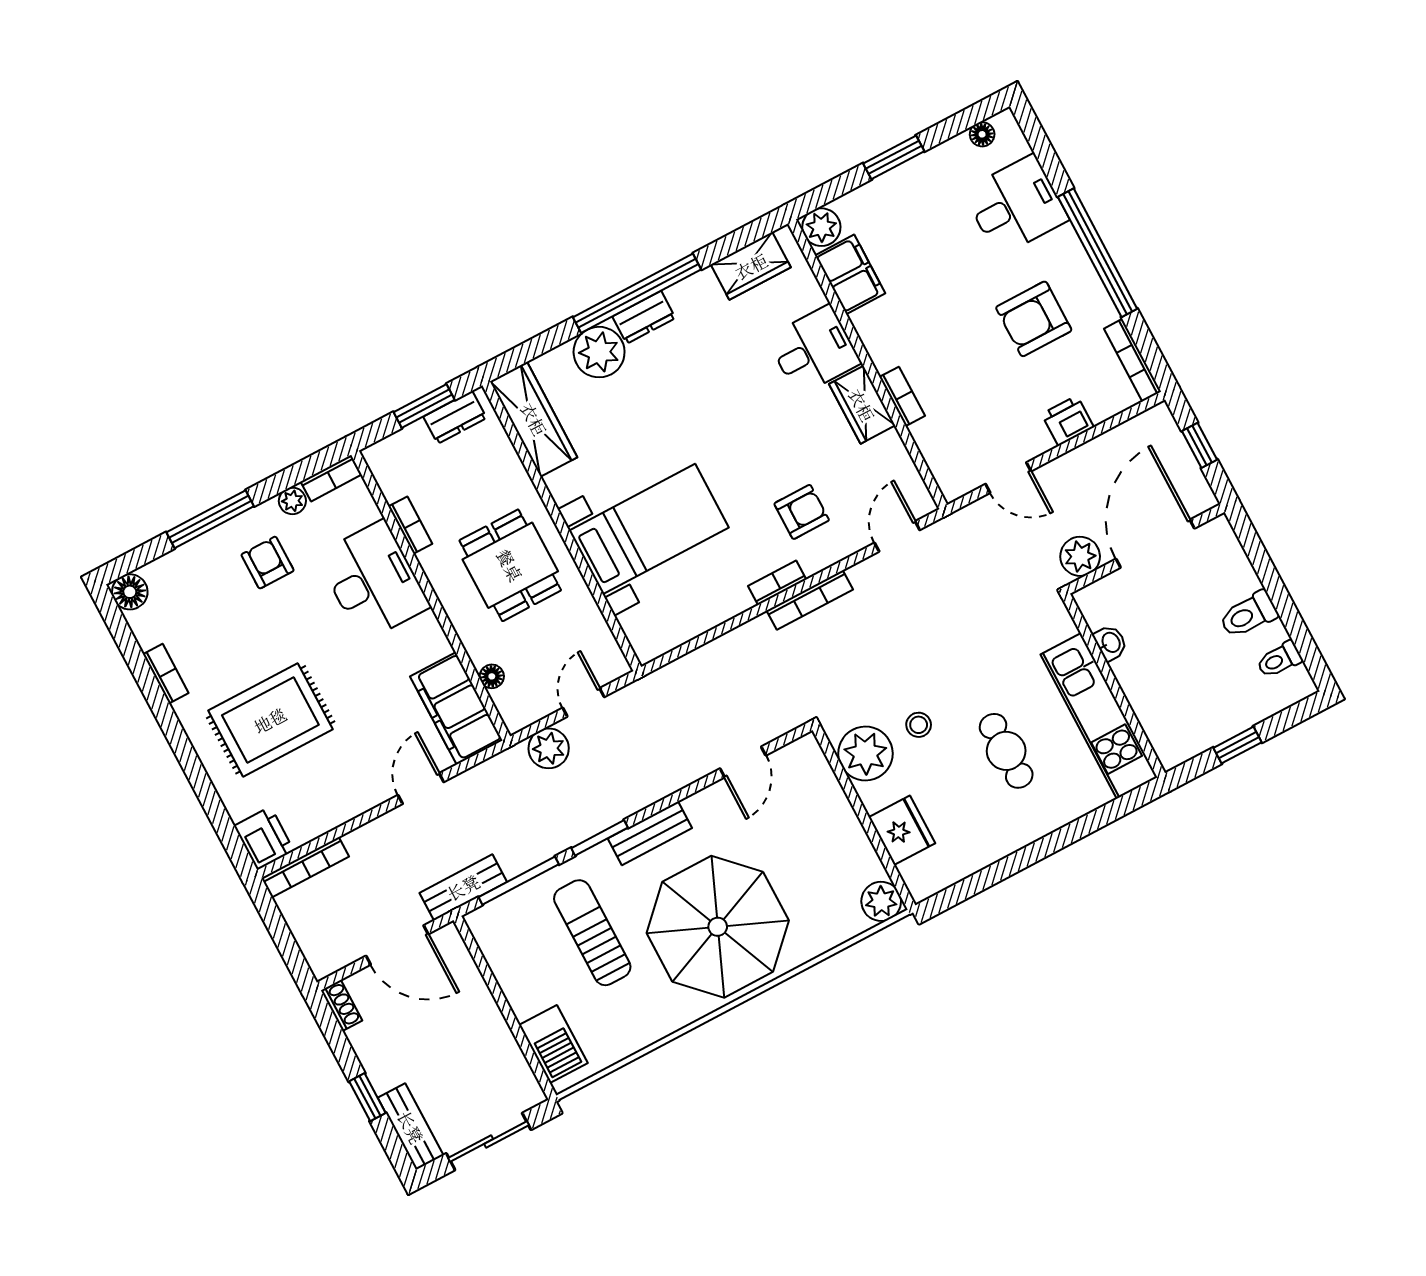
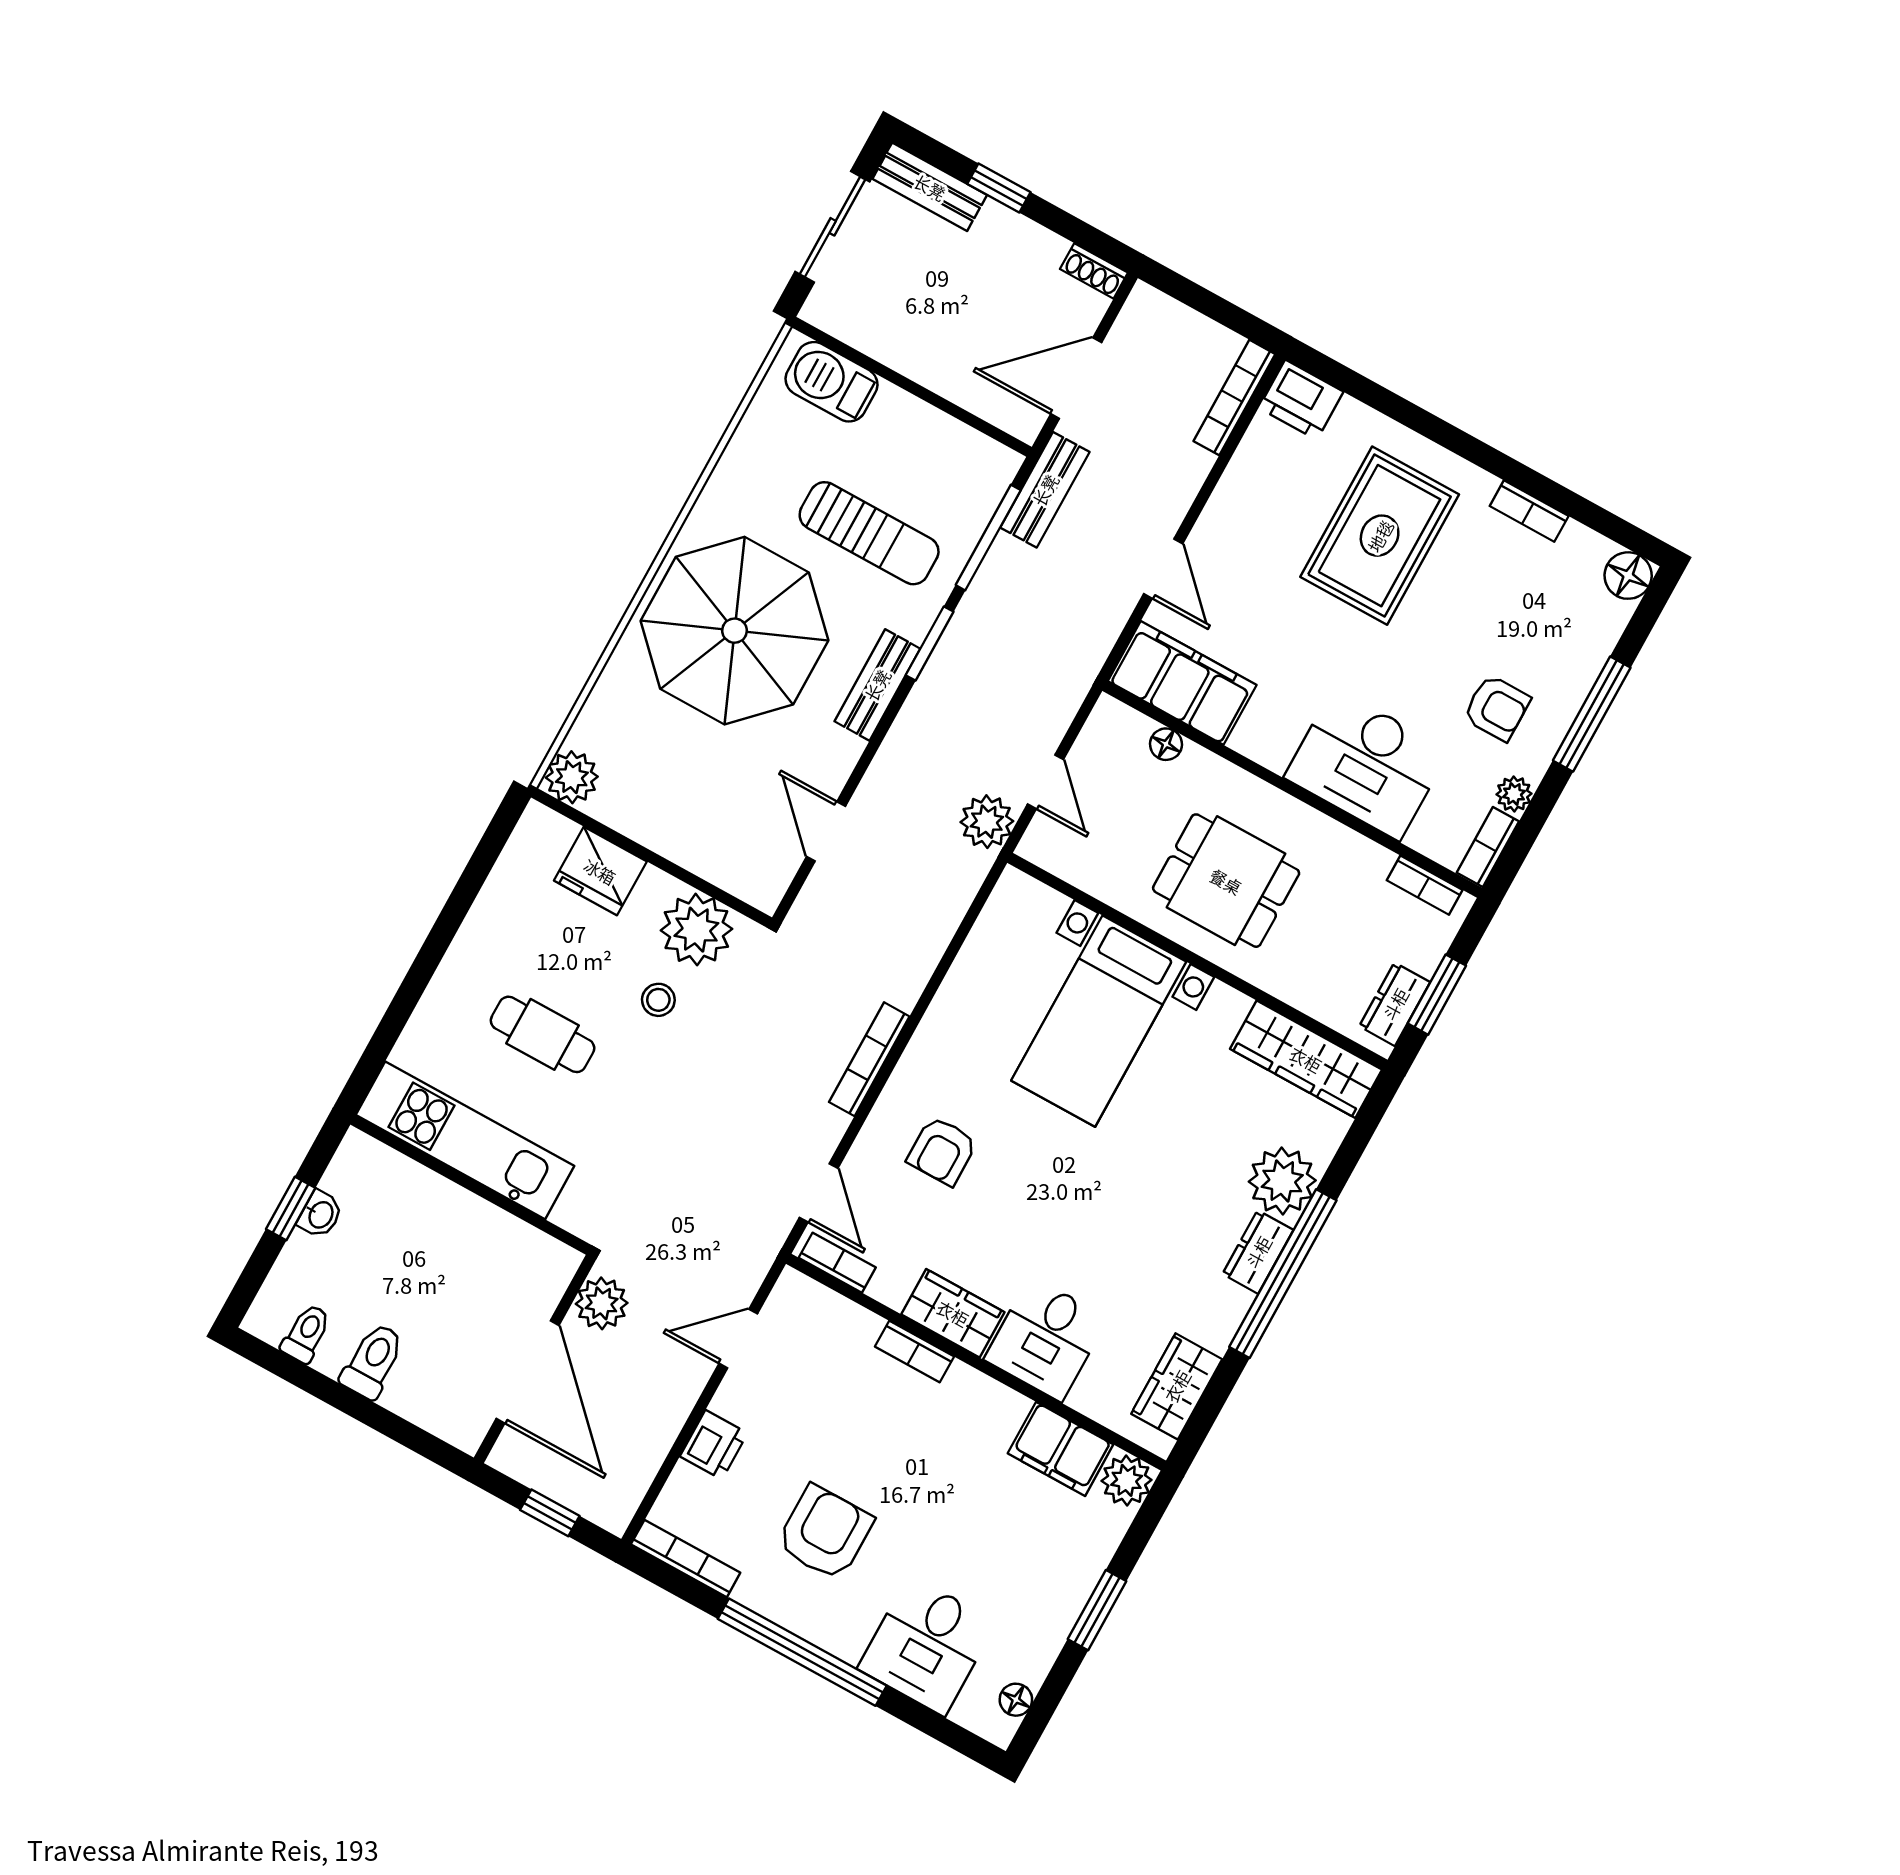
bookcase: (410, 525) -> (1425, 885), moved
bookcase: (777, 583) -> (837, 1263), moved, turned -90
washbasin: (1110, 643) -> (320, 1214), moved, turned -90
plant: (549, 748) -> (987, 822), moved

